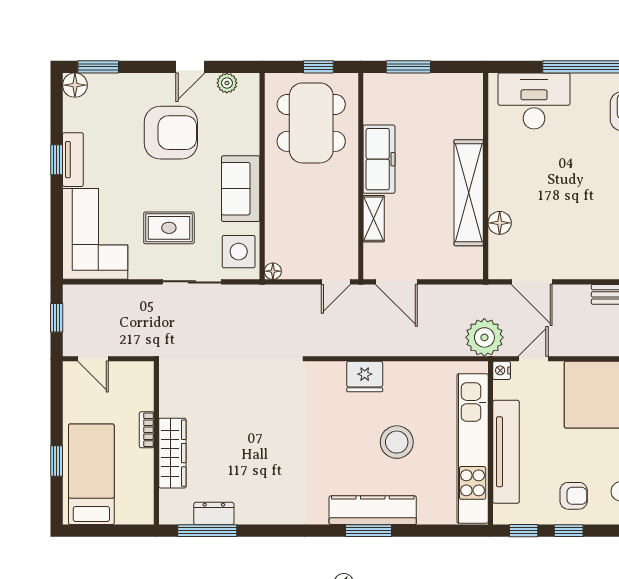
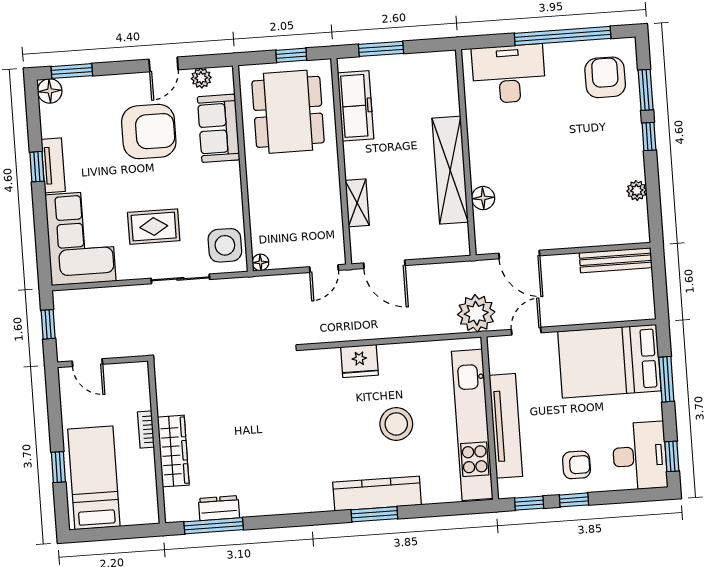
freezer: (379, 159) -> (356, 106), moved
sofa: (241, 189) -> (219, 128), moved
nightstand: (502, 370) -> (496, 345), removed

